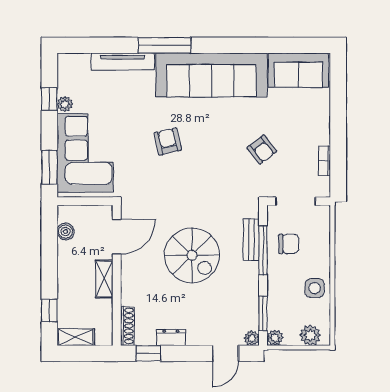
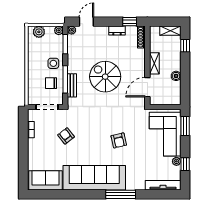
tv unit: (123, 62) -> (163, 185), moved
boiler: (66, 232) -> (176, 76), moved
side table: (315, 288) -> (53, 63), moved

